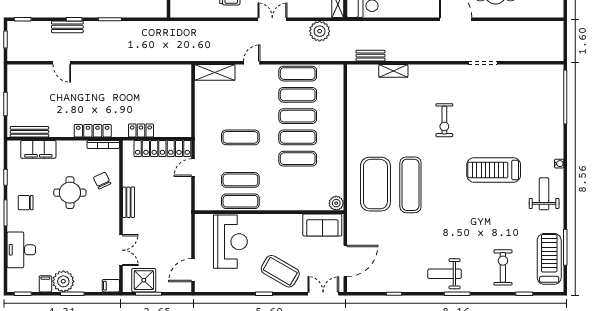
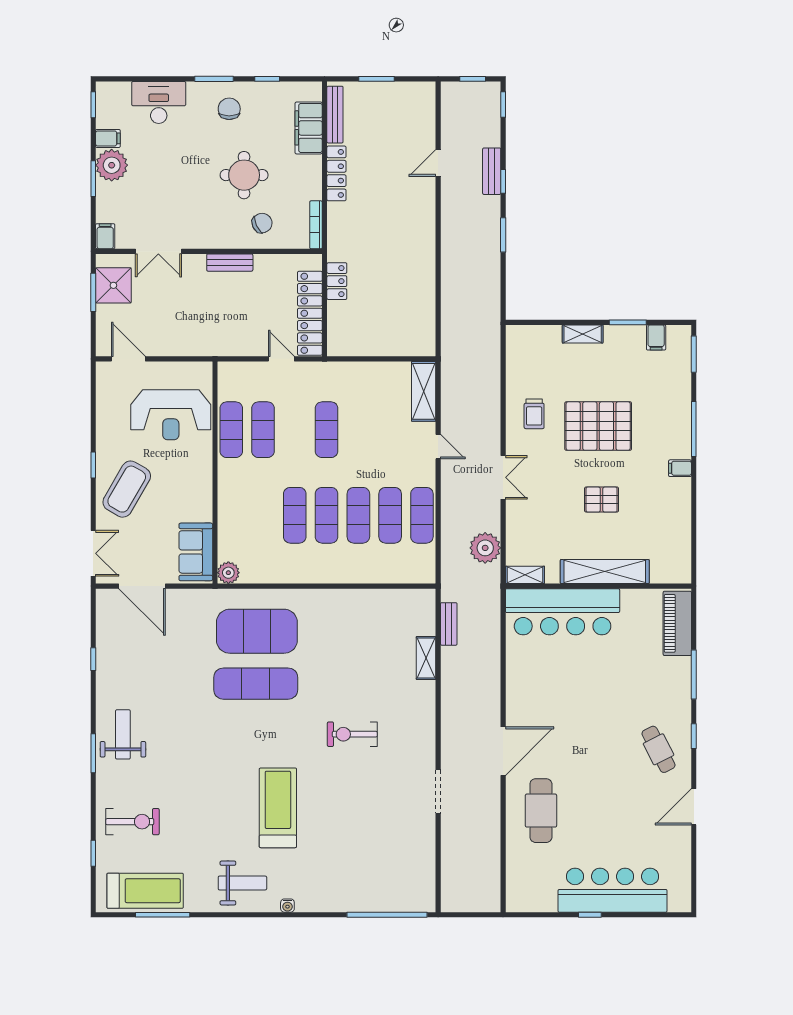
locker: (93, 131) -> (336, 173), moved

